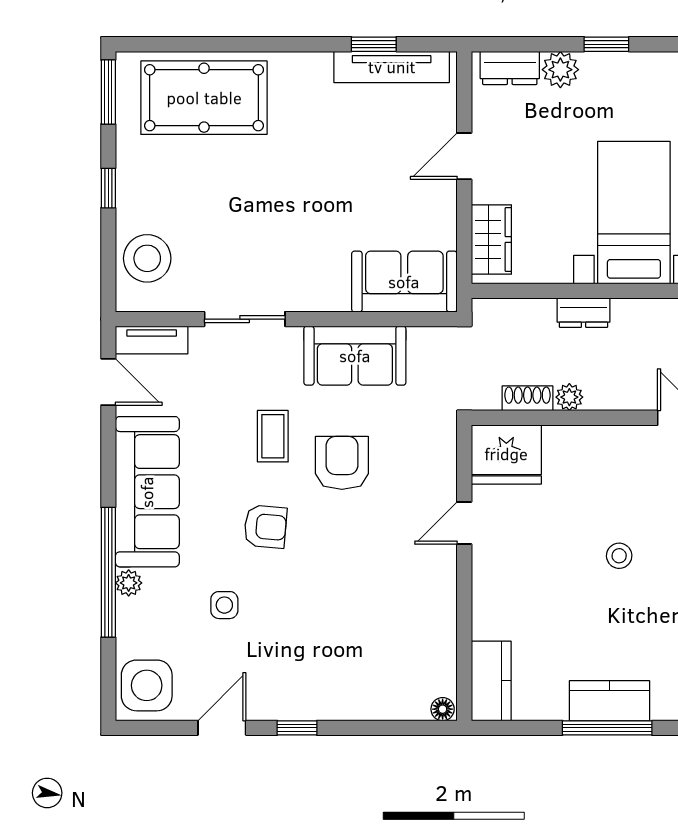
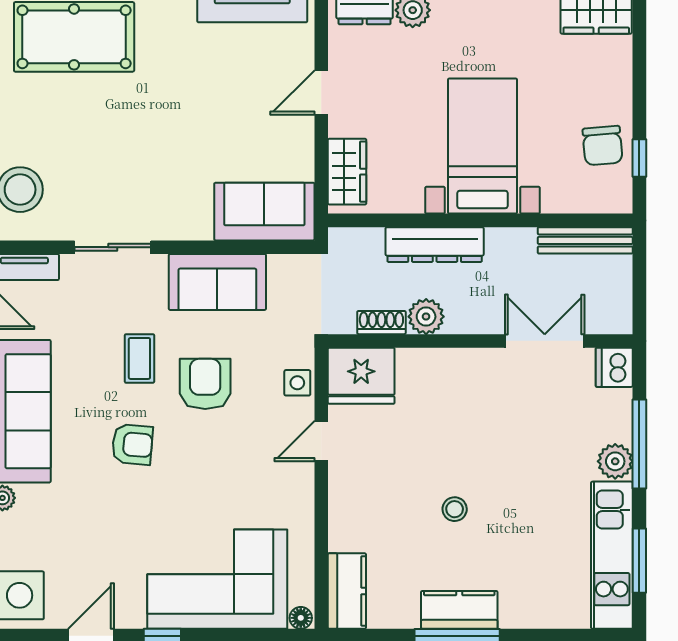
dresser: (583, 313) -> (435, 245), width x1.96, depth x1.24
plant: (569, 397) -> (426, 317), width x1.38, depth x1.38
stool: (619, 556) -> (455, 509), moved
side table: (224, 605) -> (297, 383), moved
corner sofa: (355, 668) -> (217, 579), added

